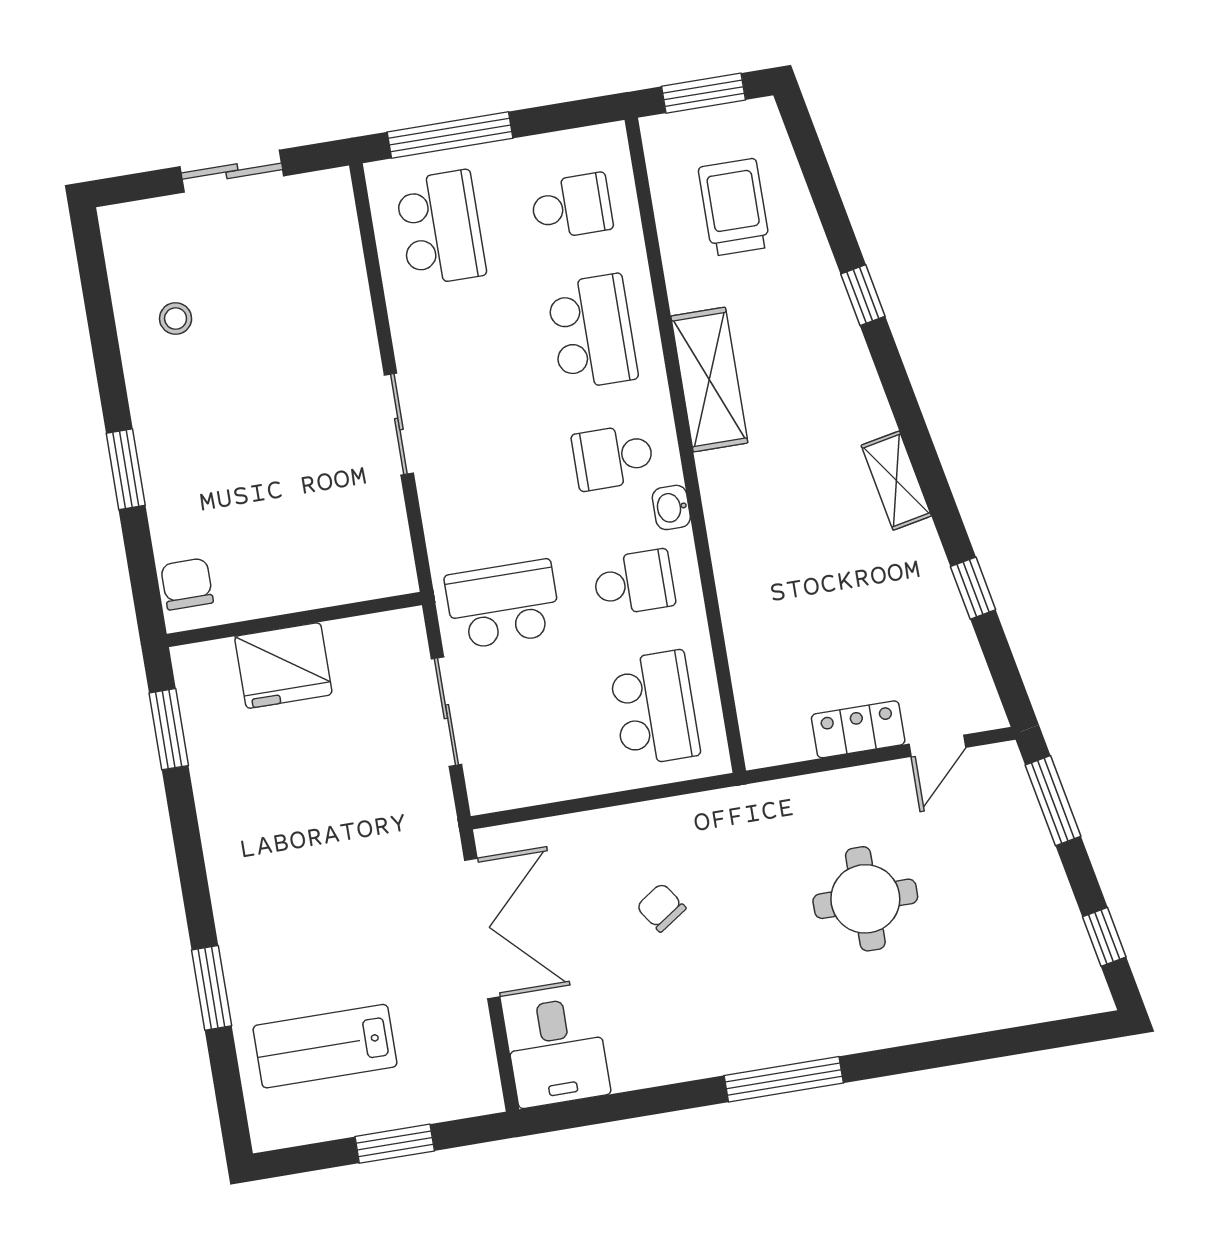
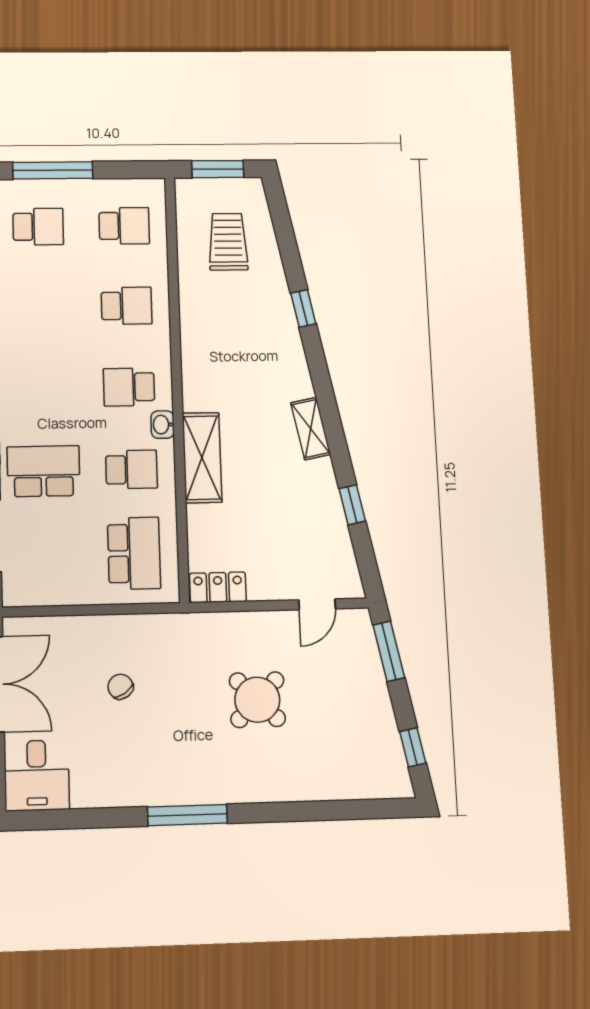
school desk: (441, 228) -> (38, 227), width x0.54
school desk: (592, 332) -> (127, 306), width x0.54
shelving: (709, 380) -> (202, 458), moved
locker: (858, 729) -> (218, 587), moved
round table: (865, 899) -> (257, 700), turned 45

